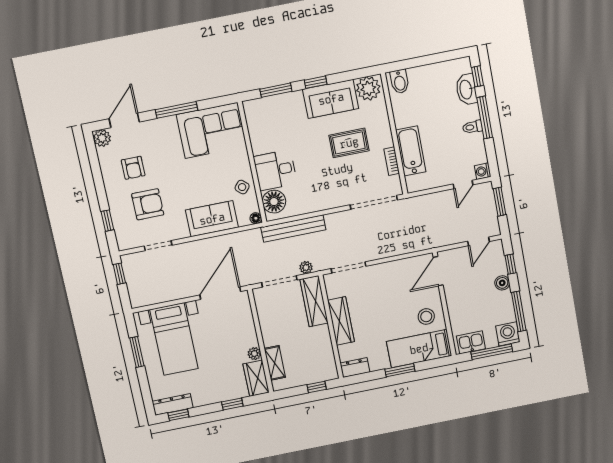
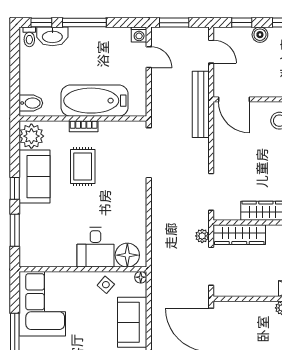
toilet: (472, 127) -> (29, 37), moved
bathtub: (411, 151) -> (95, 101), width x1.36, depth x1.36
bookcase: (392, 161) -> (84, 126), moved
bench: (293, 228) -> (201, 104), moved

